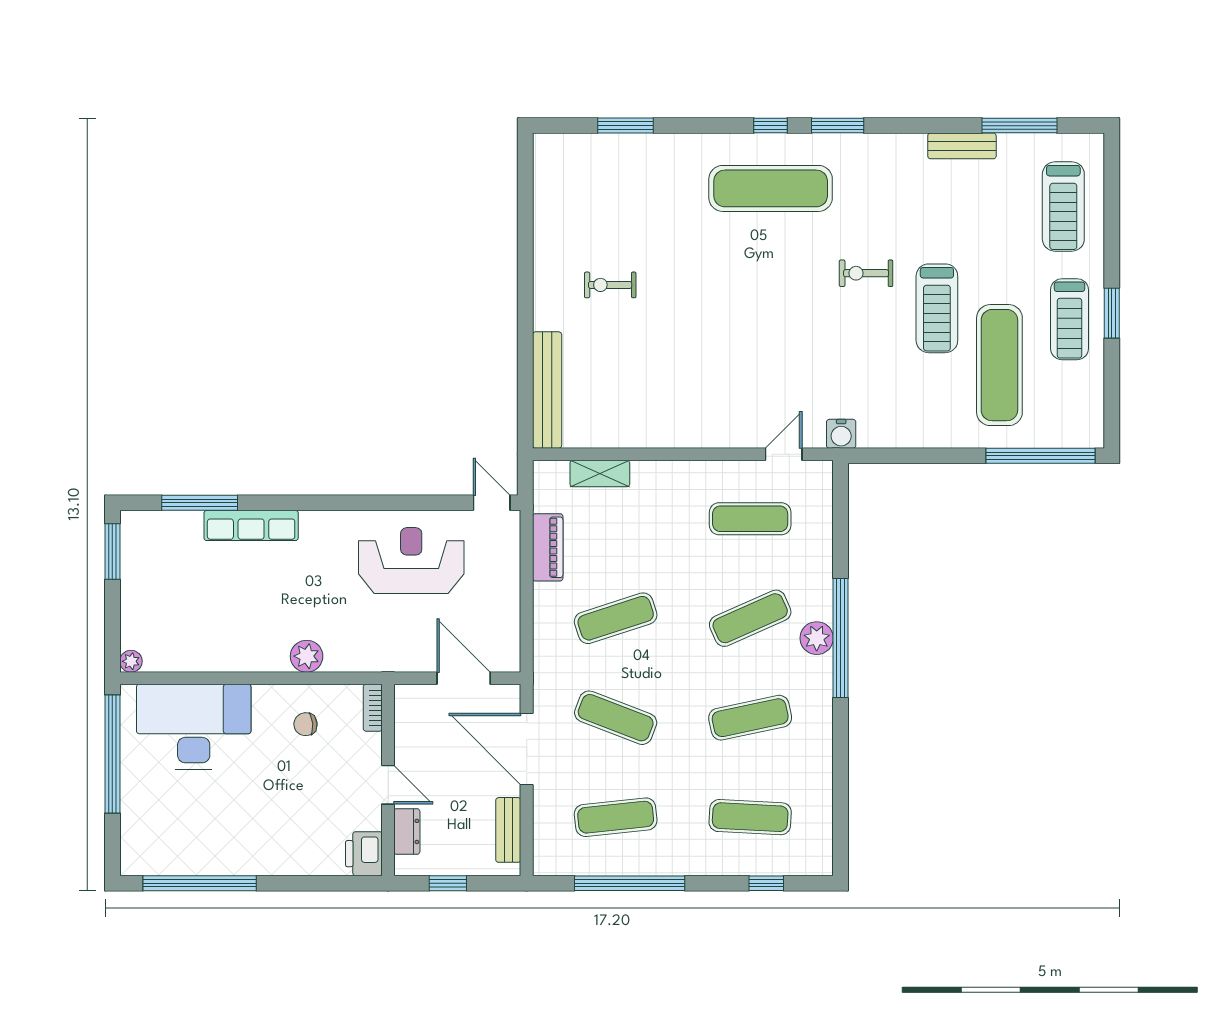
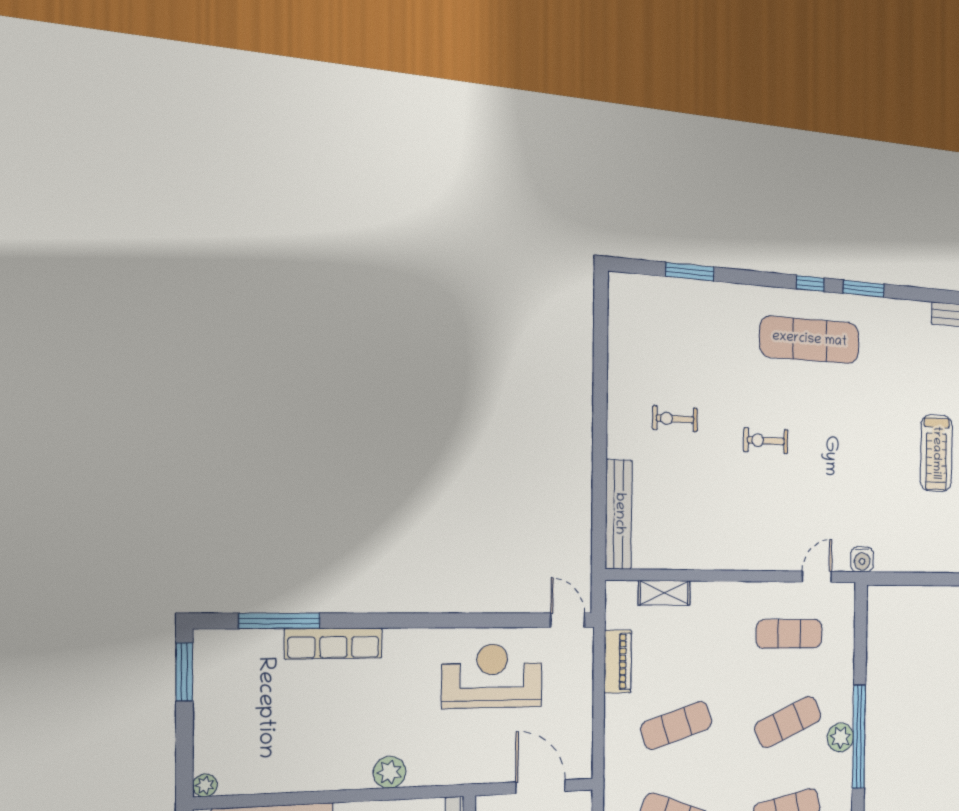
exercise bike: (866, 273) -> (766, 441), moved

